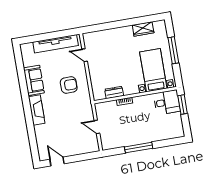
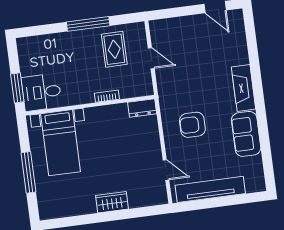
wardrobe: (143, 29) -> (112, 202), moved
dresser: (114, 92) -> (142, 108), moved
rug: (121, 132) -> (114, 49), added

